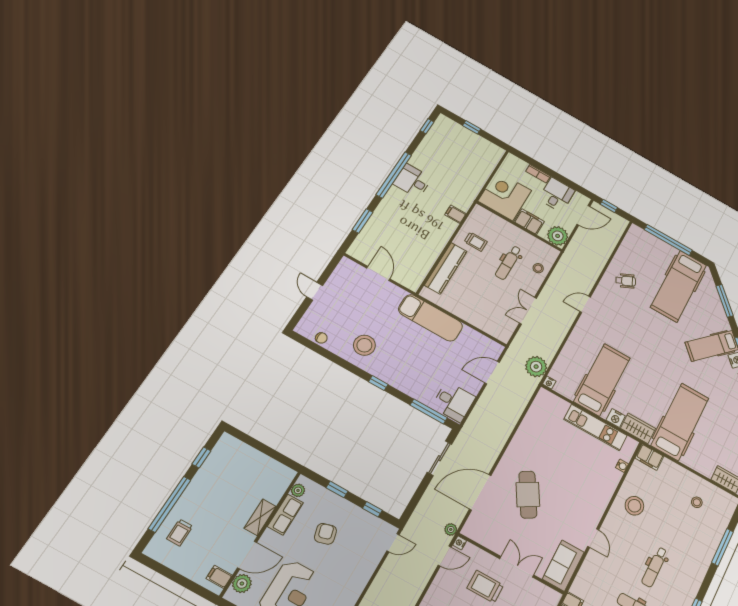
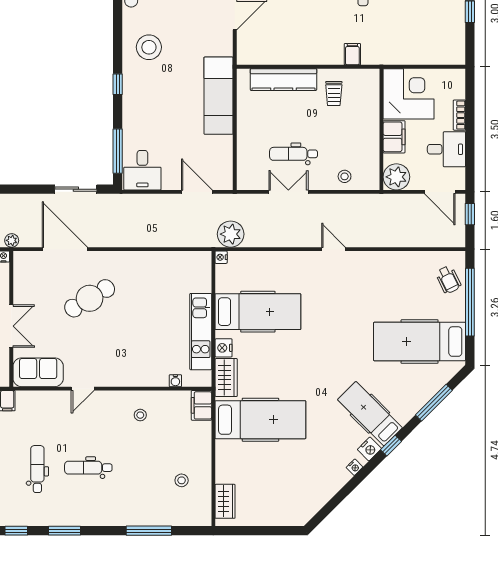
dental chair: (508, 263) -> (294, 154), moved
wheelchair: (626, 281) -> (448, 280), moved
stool: (634, 506) -> (140, 415), width x0.53, depth x0.53

